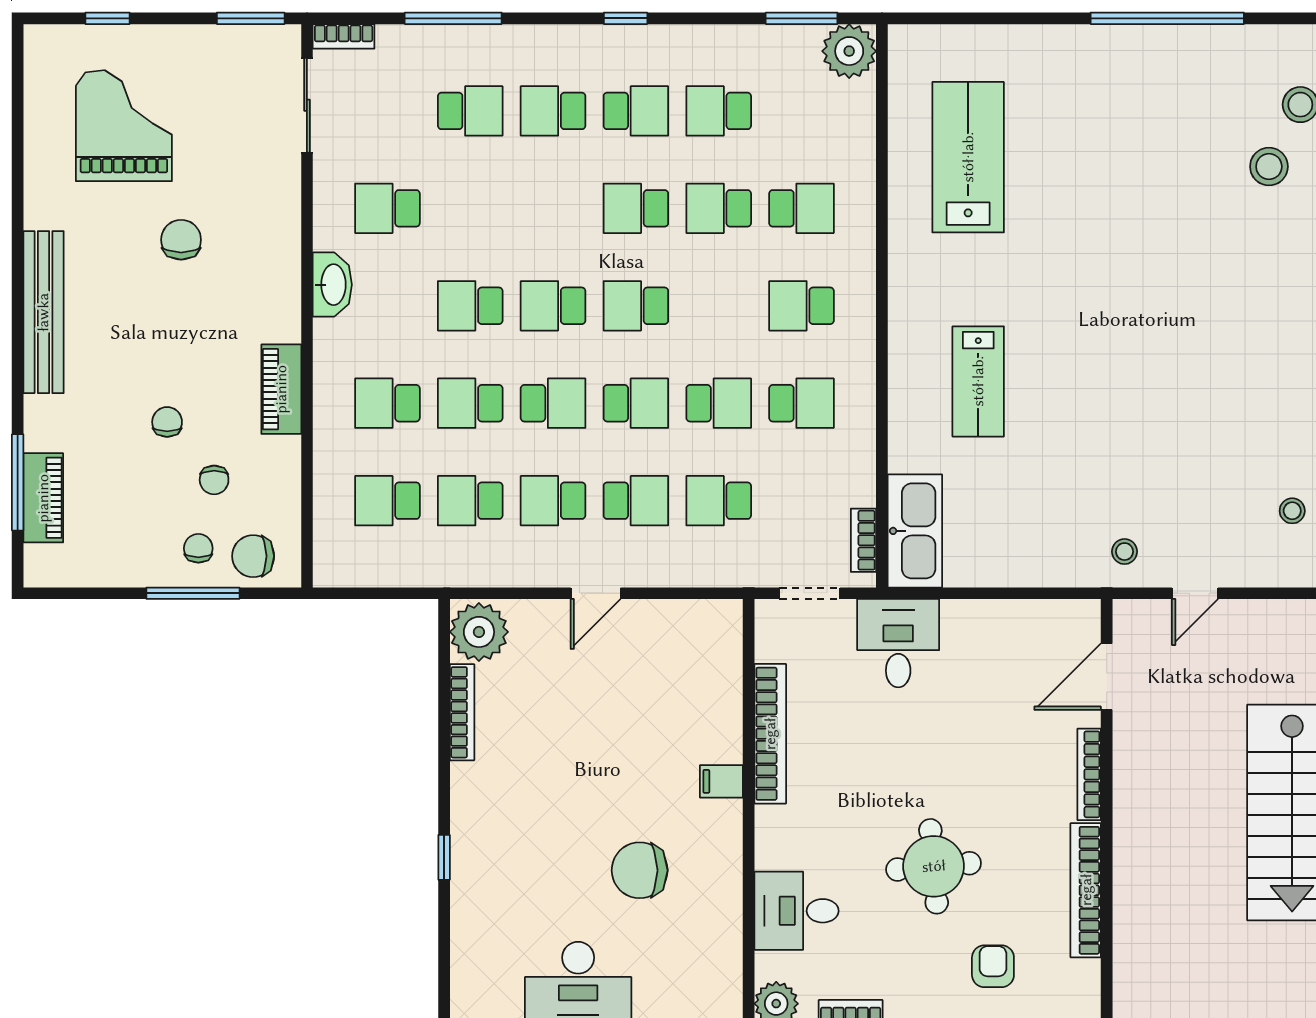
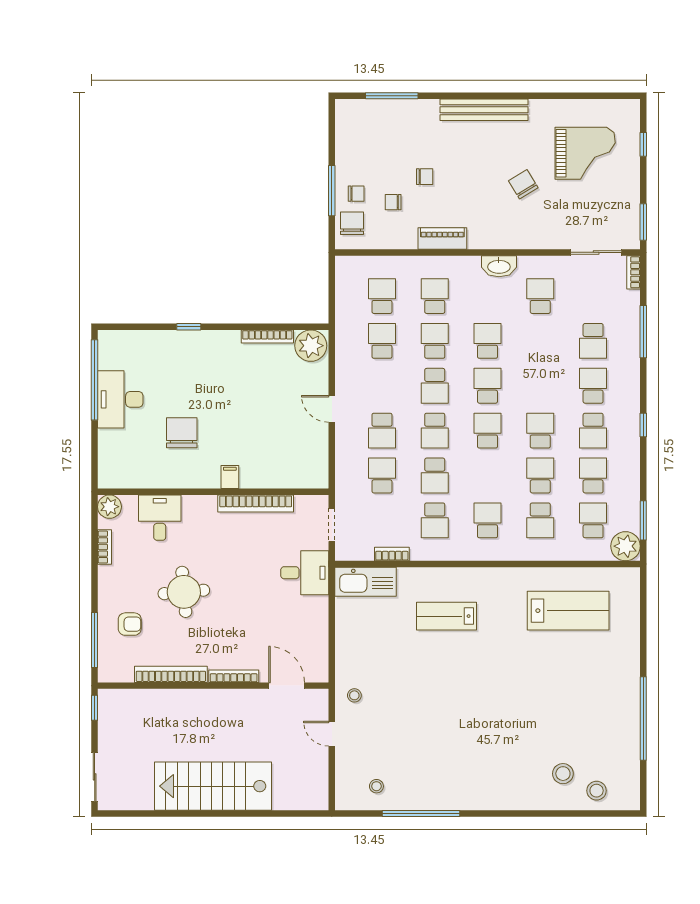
chair: (181, 240) -> (523, 184), turned -121
piano: (43, 498) -> (384, 110), removed
school desk: (553, 501) -> (593, 520), moved
bookcase: (864, 540) -> (392, 554), moved

